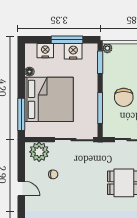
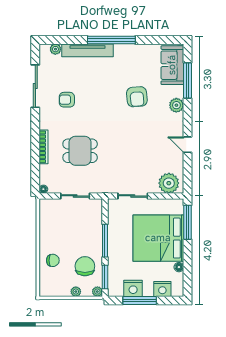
plant: (128, 48) -> (76, 292), added
chair: (124, 97) -> (85, 266), moved
window: (100, 108) -> (105, 241), moved
sliding door: (74, 140) -> (133, 196), width x0.73
chair: (53, 174) -> (154, 160), removed

